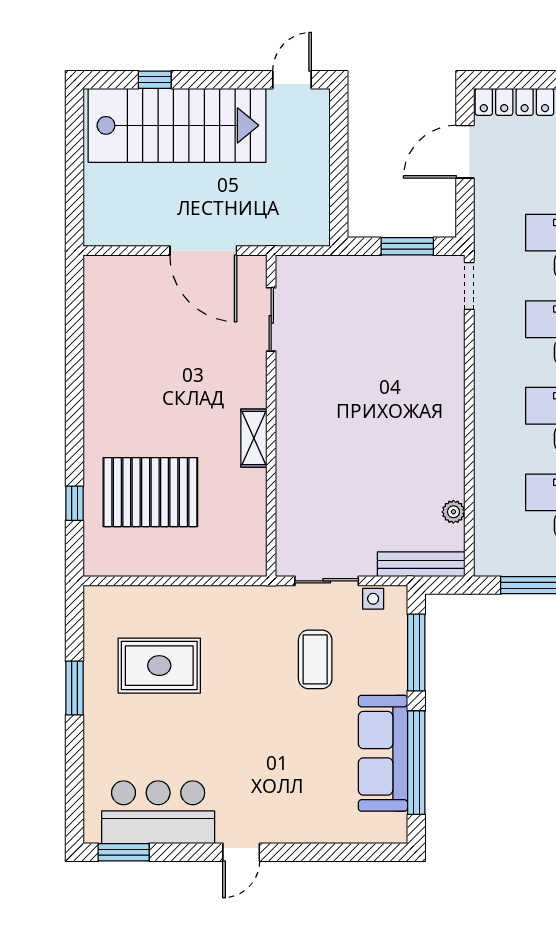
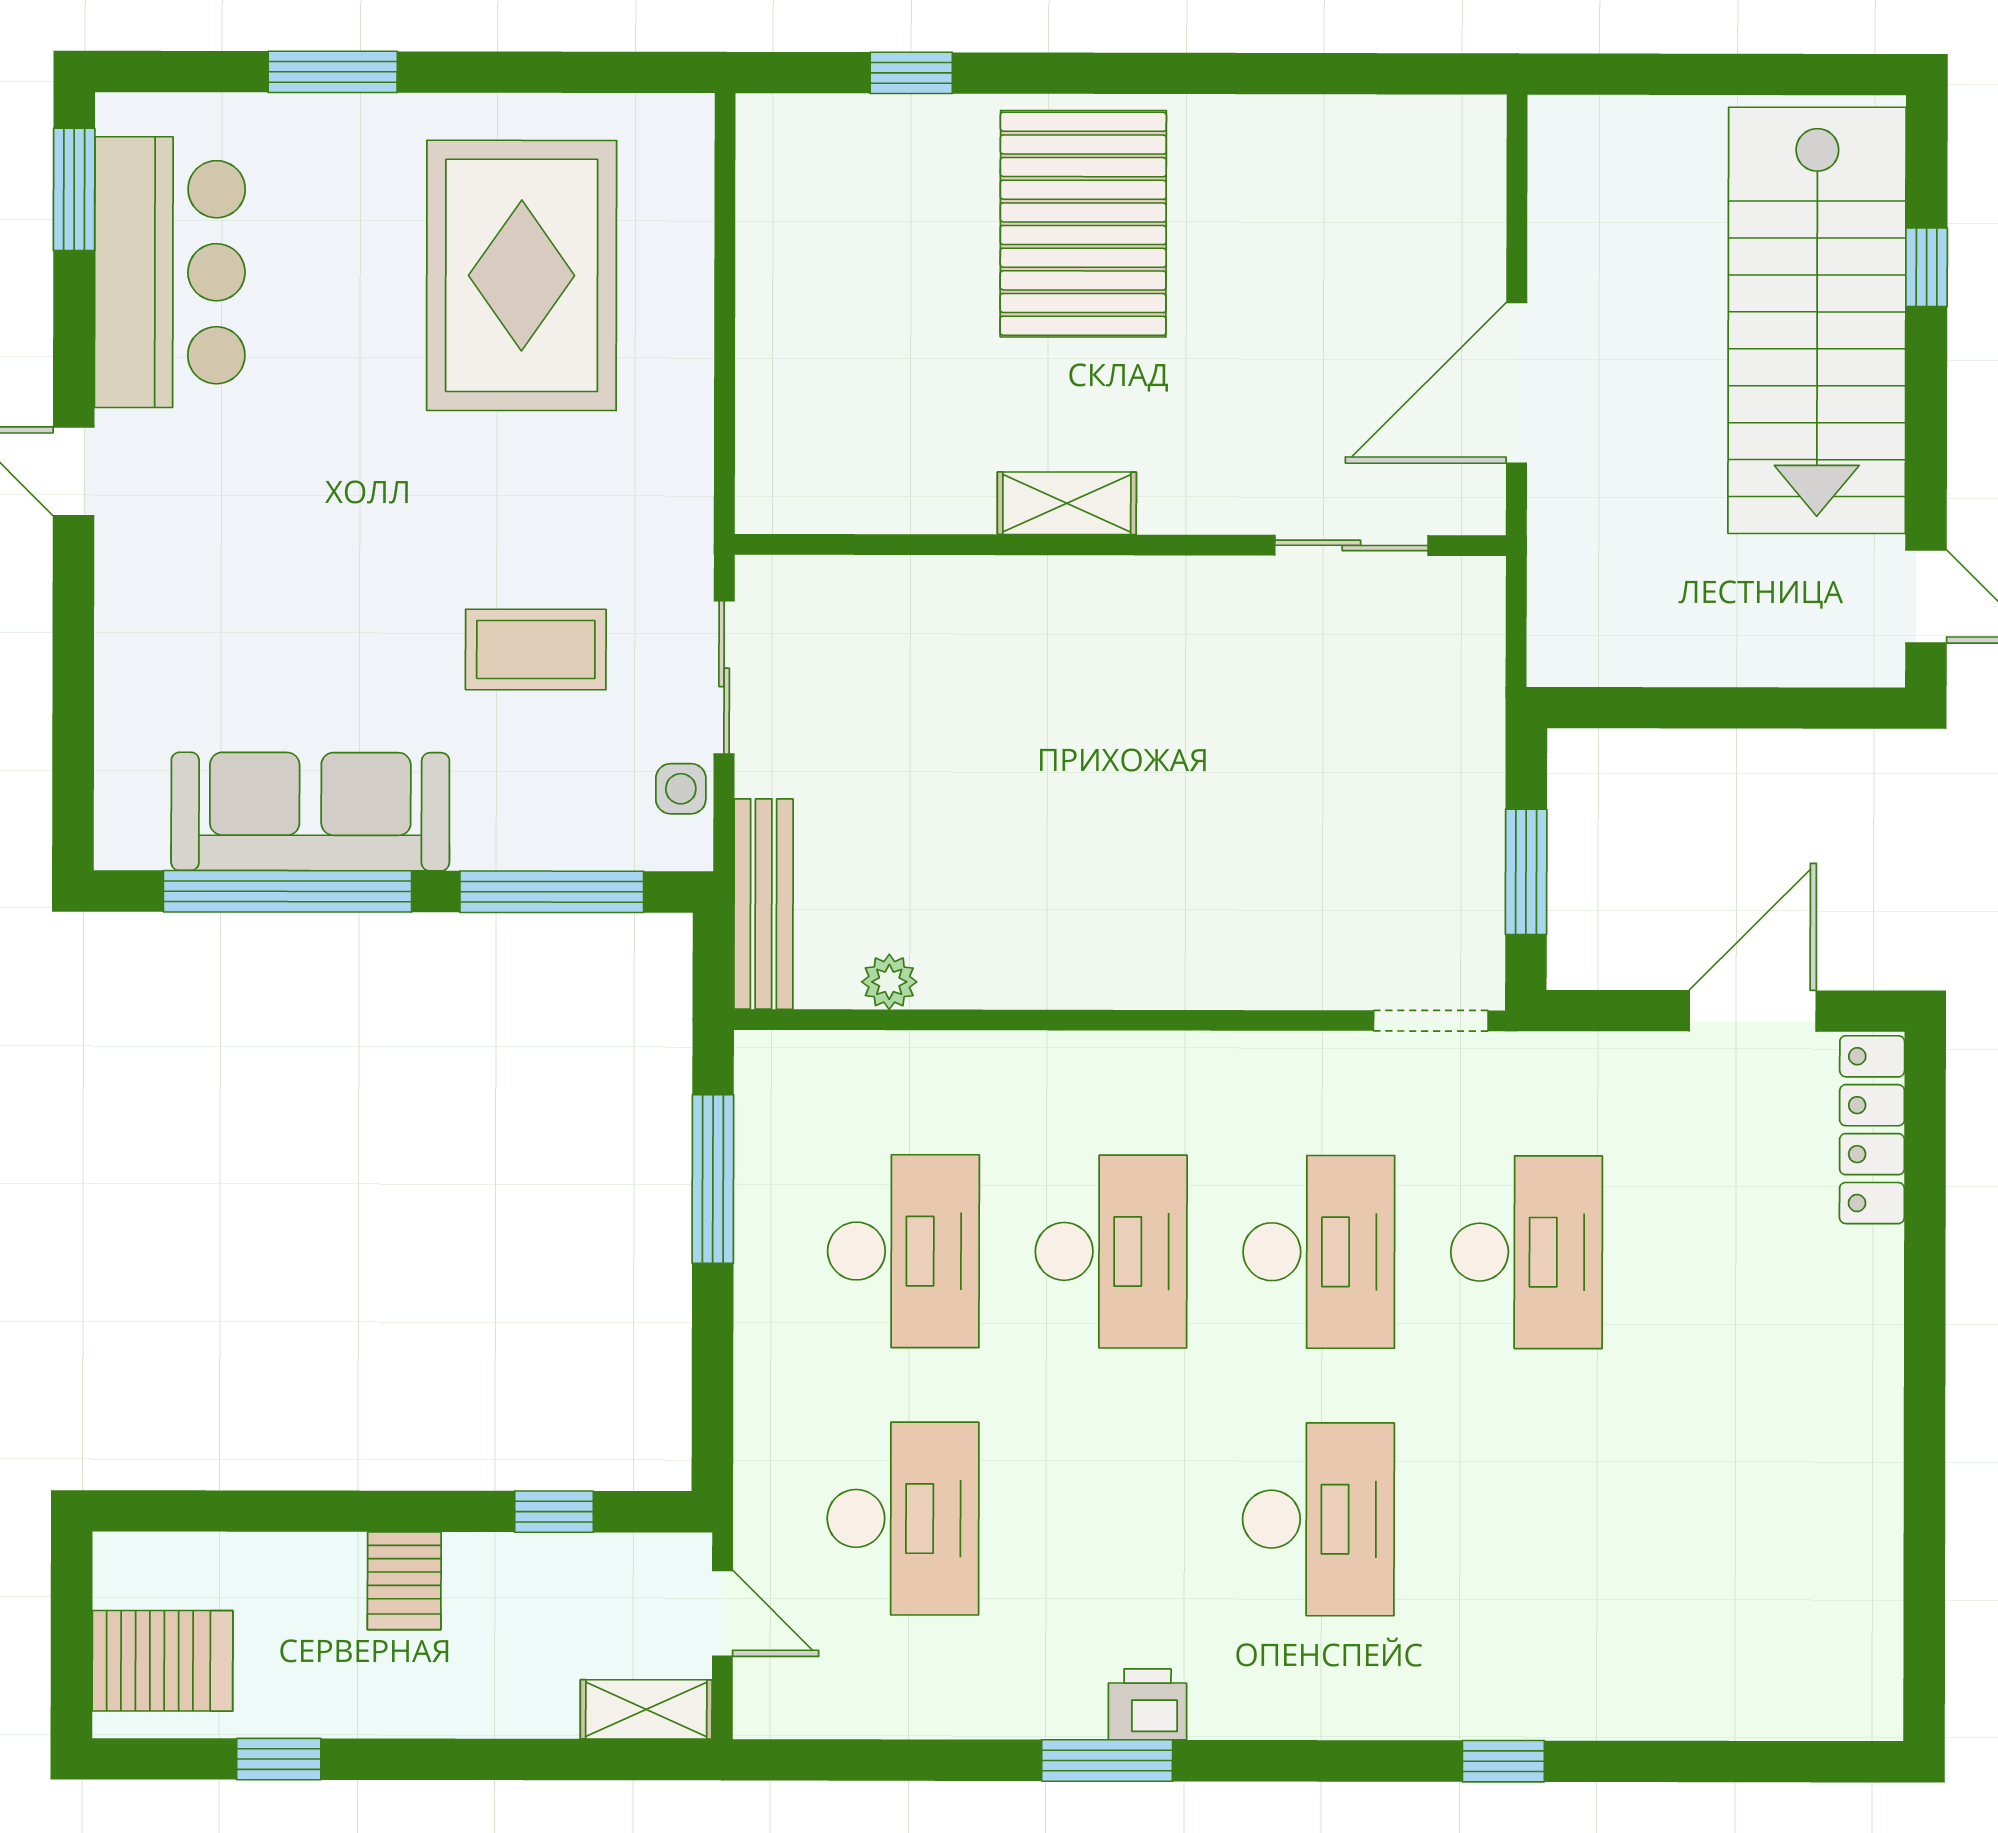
door: (465, 152) -> (1753, 1011), hinge flipped
pallet: (150, 492) -> (1083, 224), moved
rug: (159, 666) -> (522, 275), width x1.37, depth x1.44
window: (74, 688) -> (333, 72), moved

